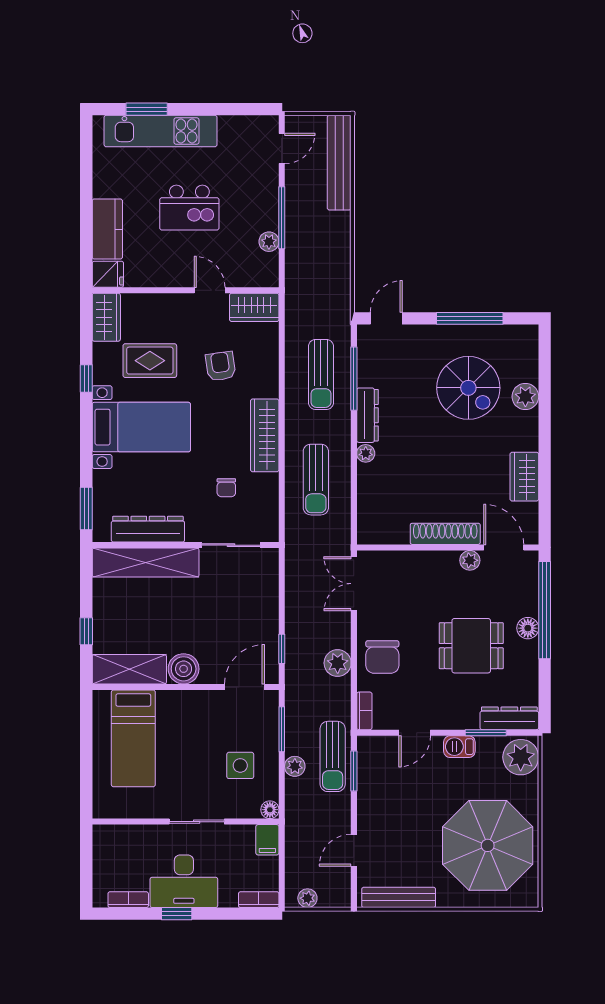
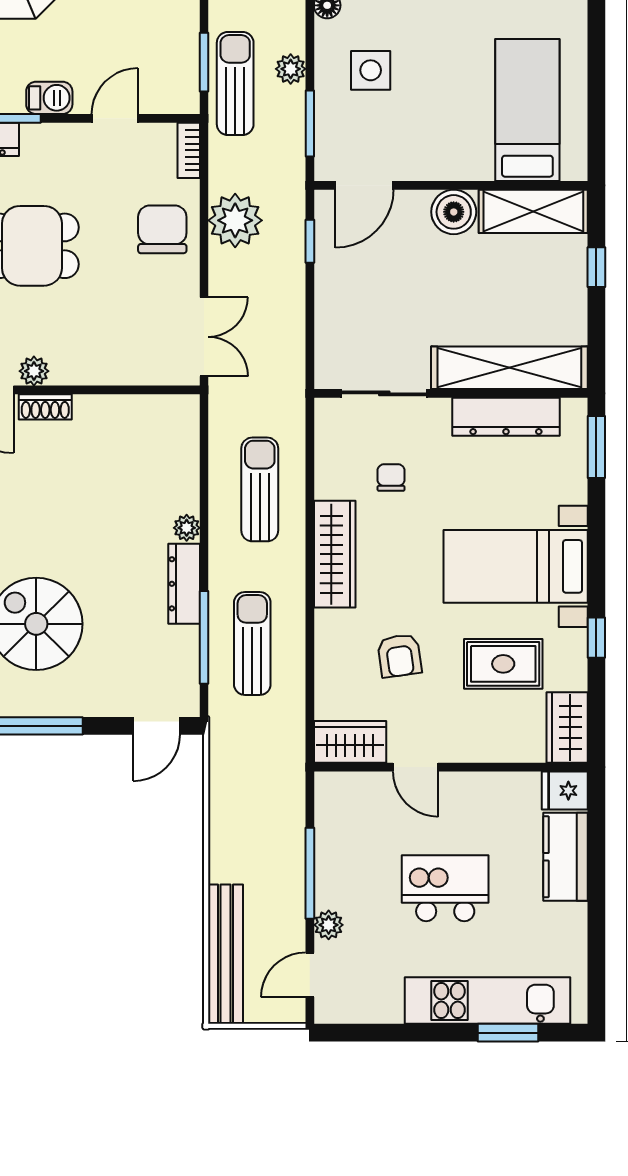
plant: (269, 242) -> (329, 925), moved
shoe rack: (445, 534) -> (45, 407), width x0.51, depth x0.81
plant: (338, 663) -> (235, 220), width x1.36, depth x1.36

